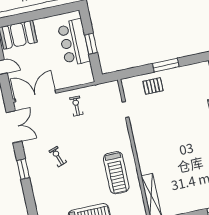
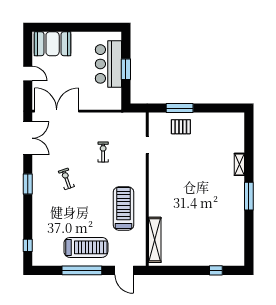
window: (166, 65) -> (180, 108), moved
exercise bike: (76, 106) -> (103, 152), moved
treadmill: (116, 173) -> (124, 208), turned 180

